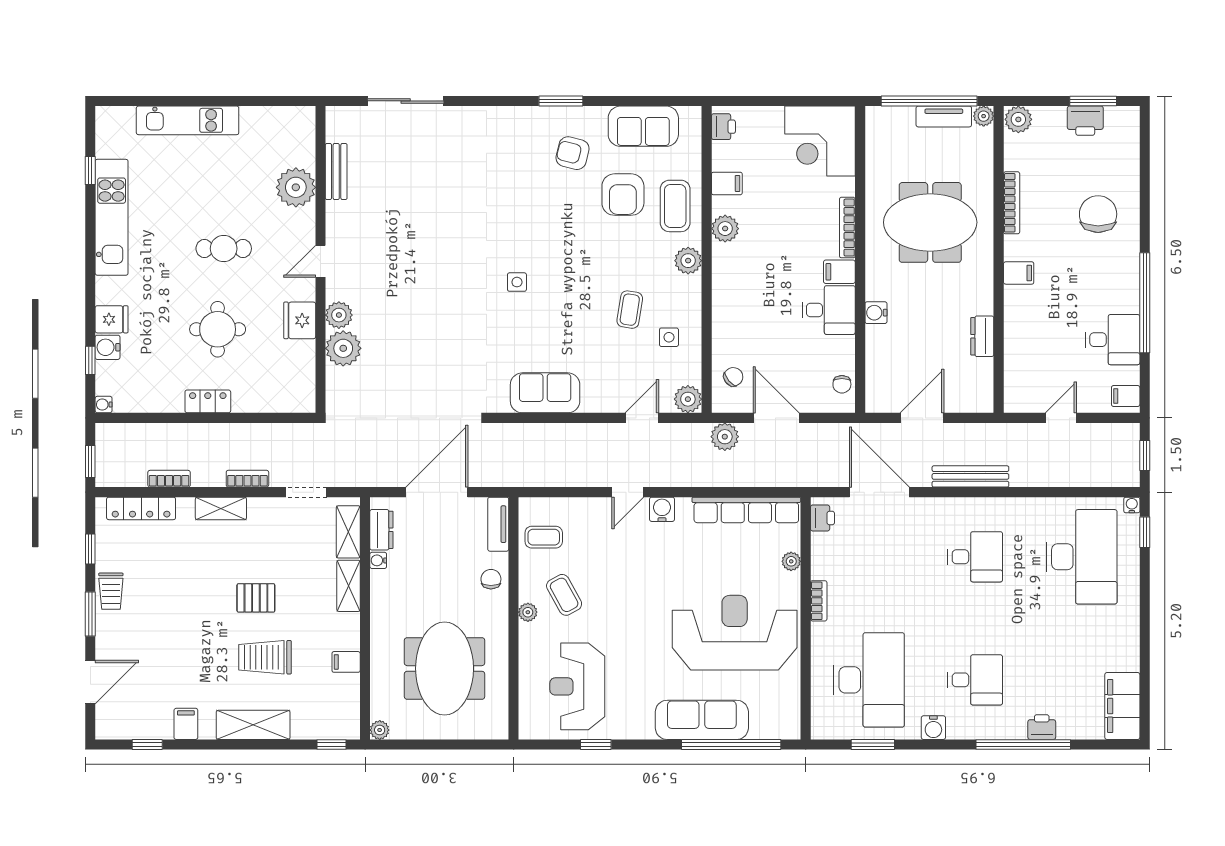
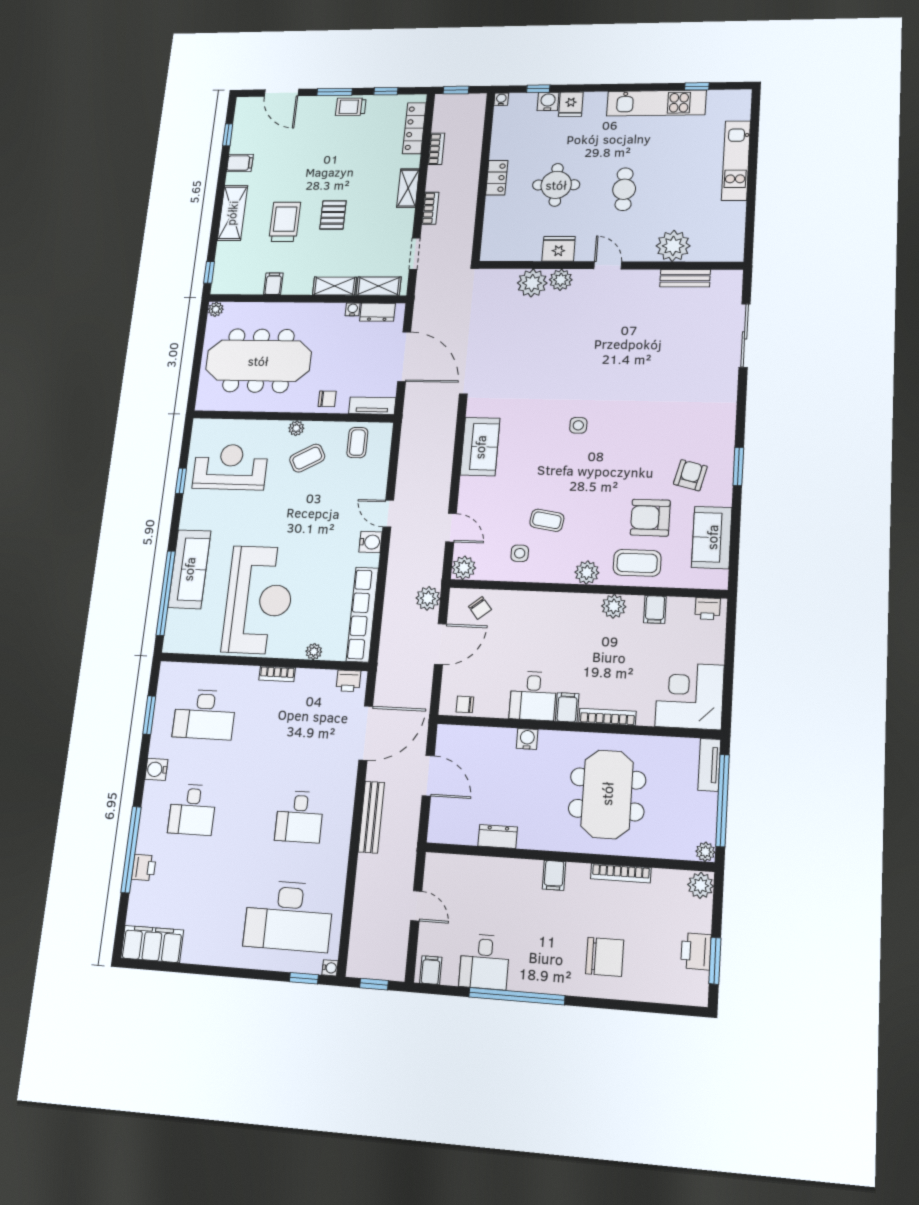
tv unit: (944, 116) -> (709, 765), moved
meeting table: (445, 668) -> (258, 361), width x1.36
desk: (869, 680) -> (204, 714), width x0.73, depth x0.77

